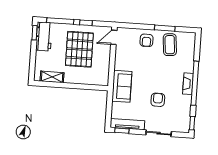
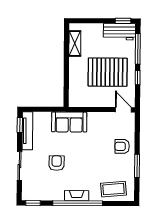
coffee table: (170, 45) -> (114, 189), moved
armchair: (158, 100) -> (57, 163), turned -90

